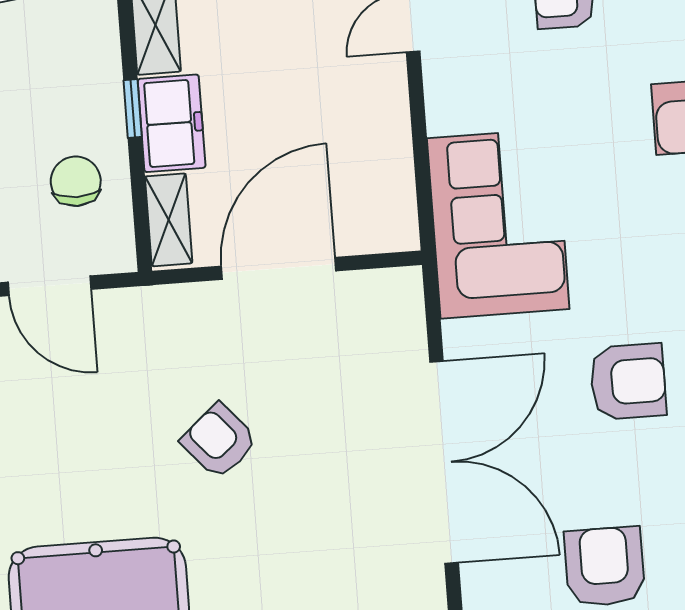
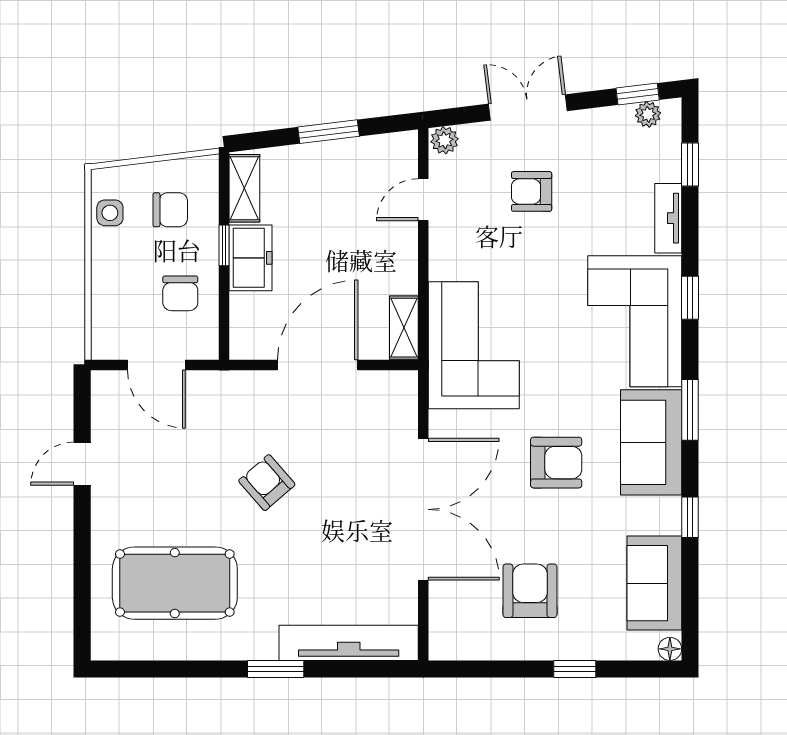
chair: (52, 64) -> (170, 210), added
chair: (76, 181) -> (180, 293), turned 180
shelving: (169, 220) -> (404, 328), moved

